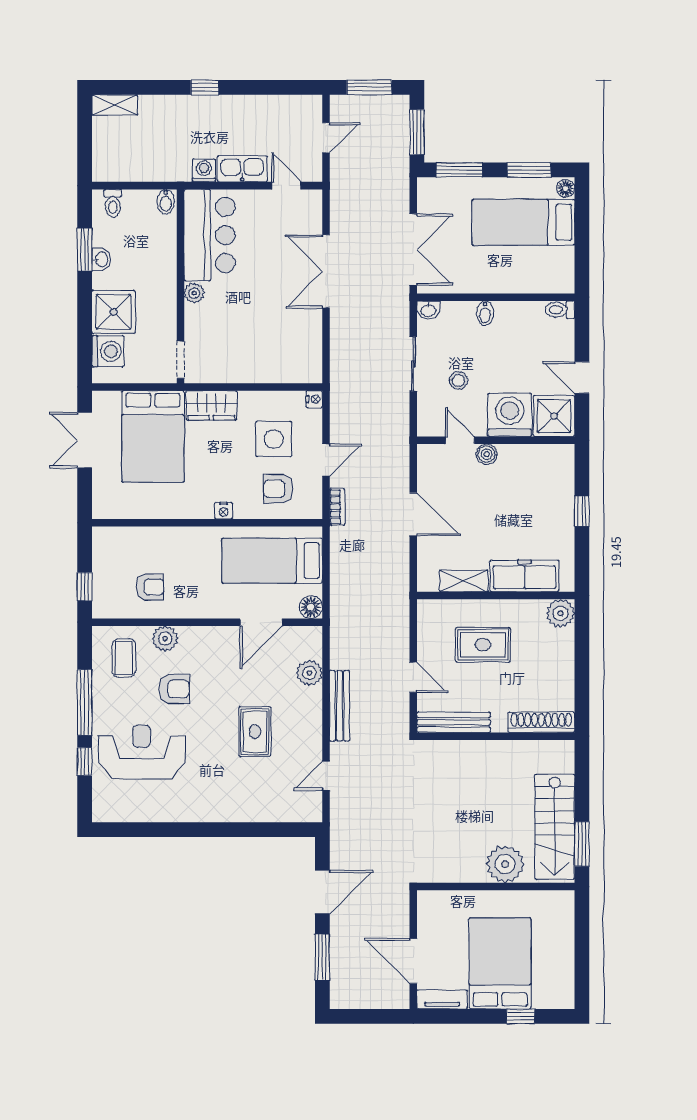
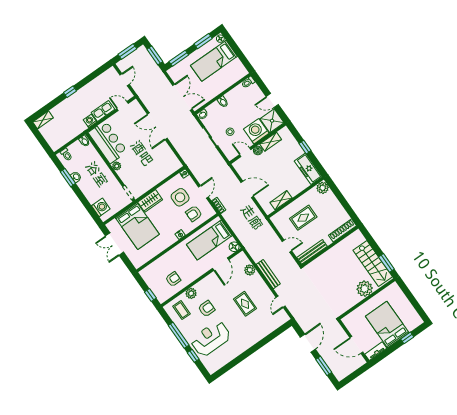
shower: (114, 312) -> (93, 192), removed
shelving: (523, 455) -> (271, 142), added
freezer: (524, 576) -> (308, 169), moved, turned -90

